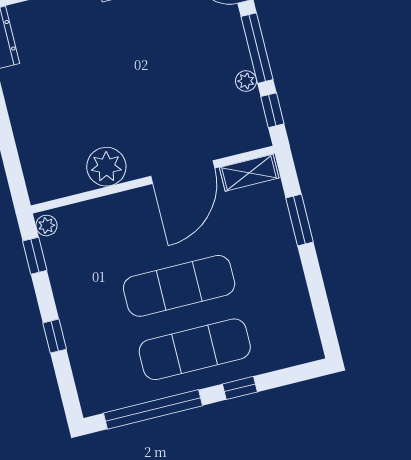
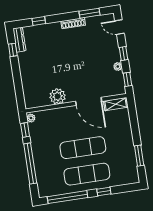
window: (257, 48) -> (123, 53), width x0.46
door: (183, 172) -> (89, 101), hinge flipped
window: (300, 220) -> (139, 156), moved
window: (55, 336) -> (30, 164), width x3.17

